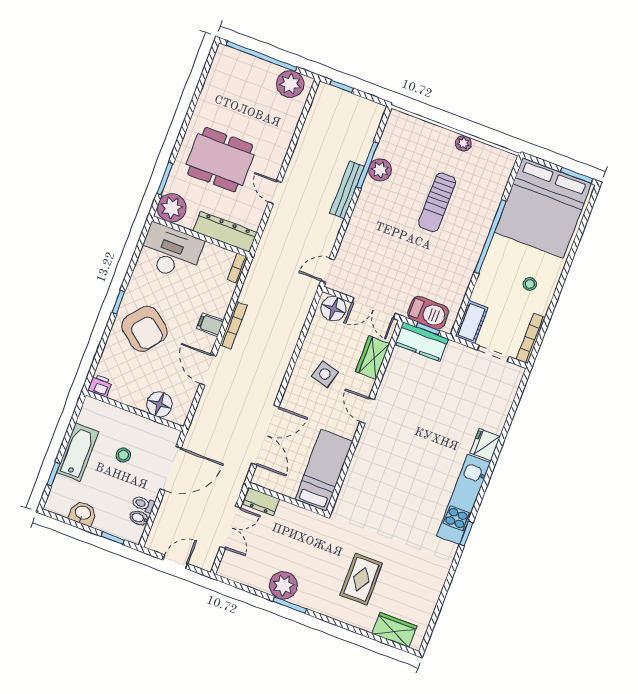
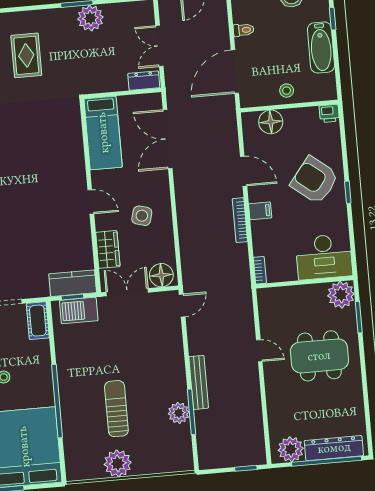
plant: (463, 143) -> (118, 463), width x1.88, depth x1.88
dresser: (225, 232) -> (334, 448), moved, turned 180
stool: (123, 455) -> (287, 91), moved
bidet: (139, 518) -> (241, 16), removed

